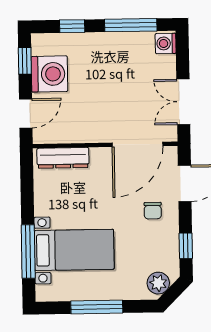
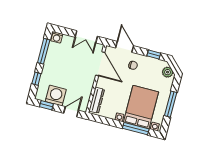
door: (26, 113) -> (71, 112), hinge flipped
bed with nightstands: (74, 250) -> (141, 107), width x1.36

